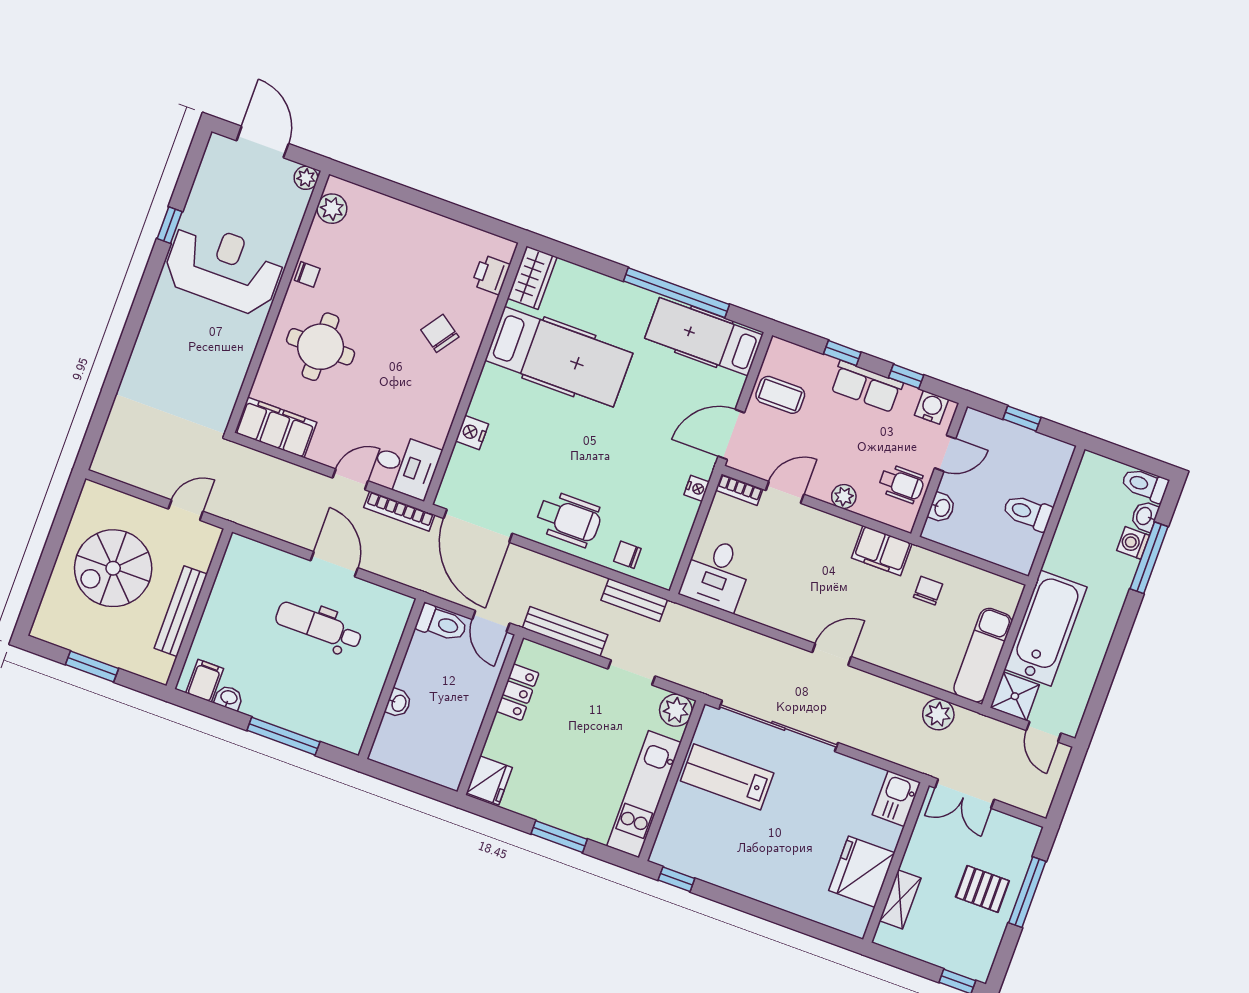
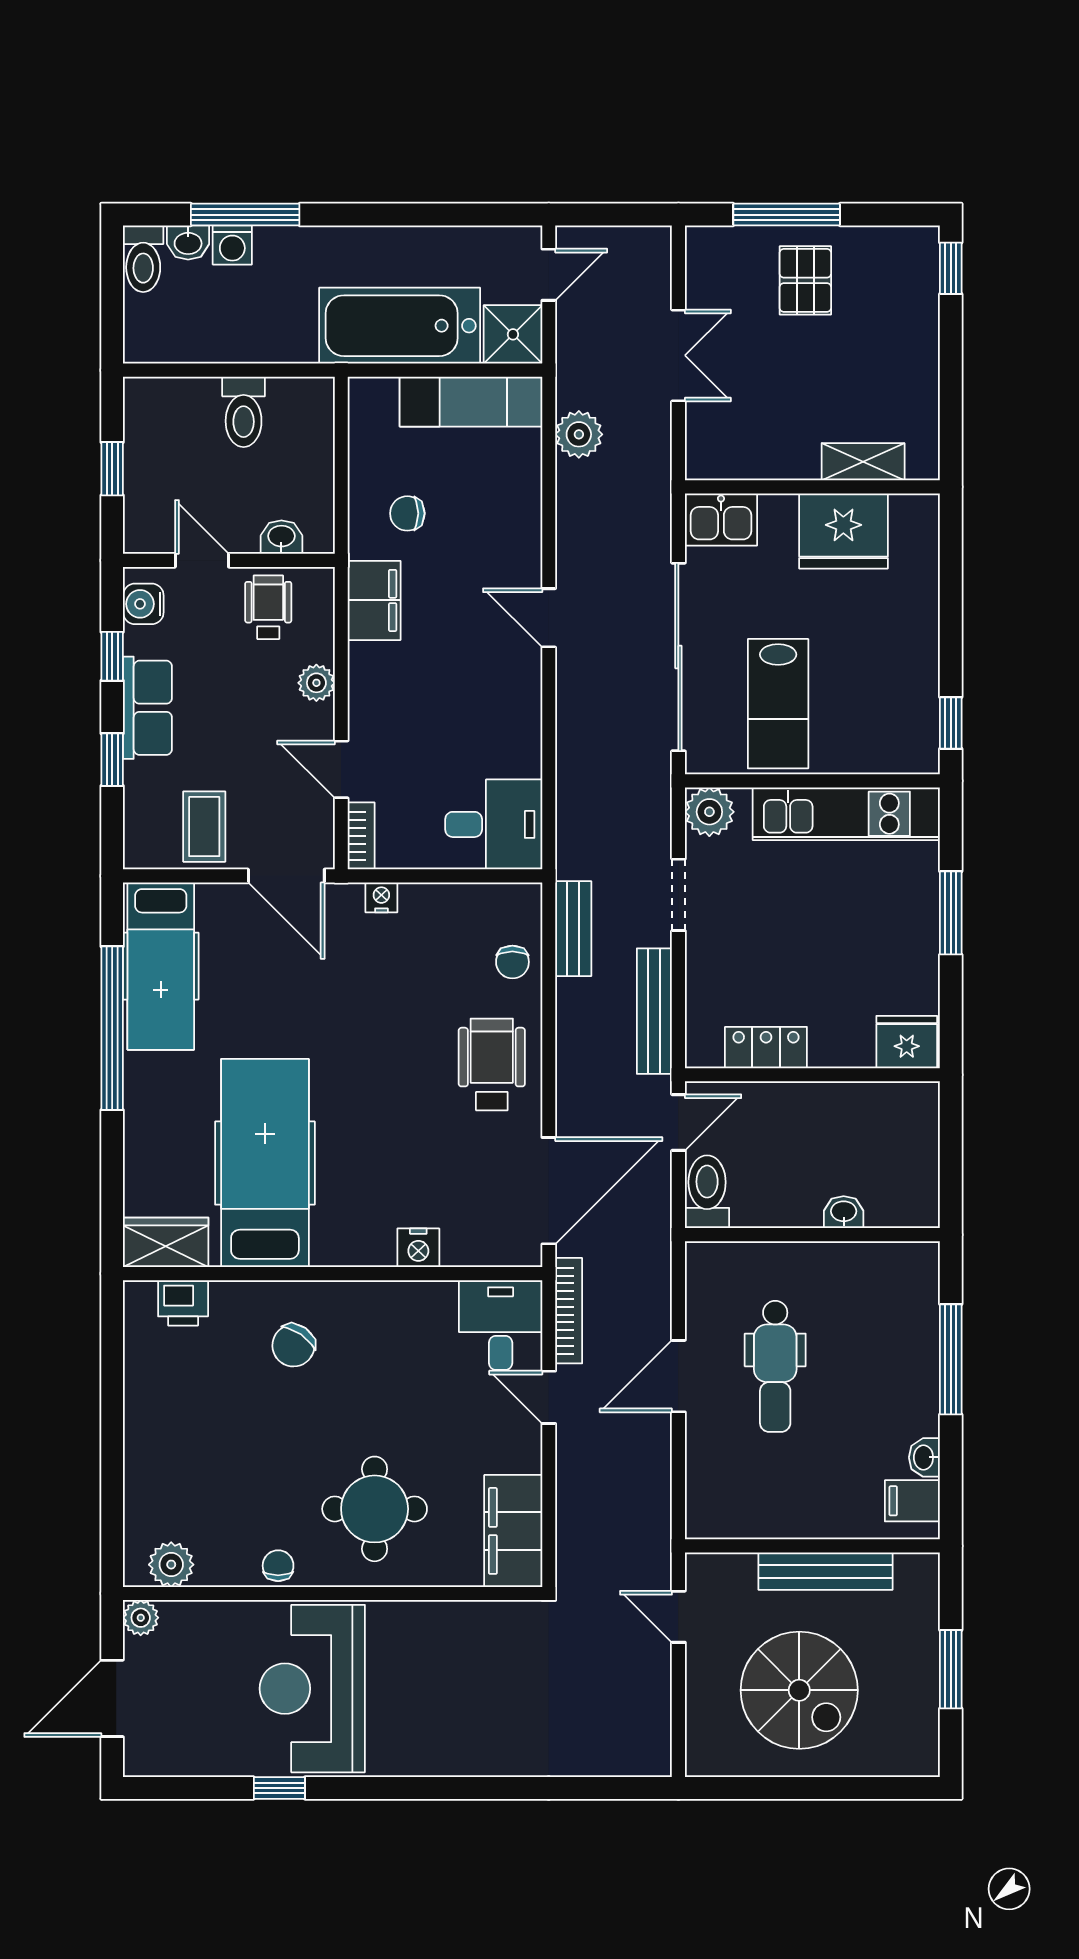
kitchen sink: (896, 799) -> (721, 519), moved
wall: (896, 862) -> (812, 487), moved
fridge: (862, 872) -> (843, 531), moved
shelving: (900, 899) -> (863, 462), moved

